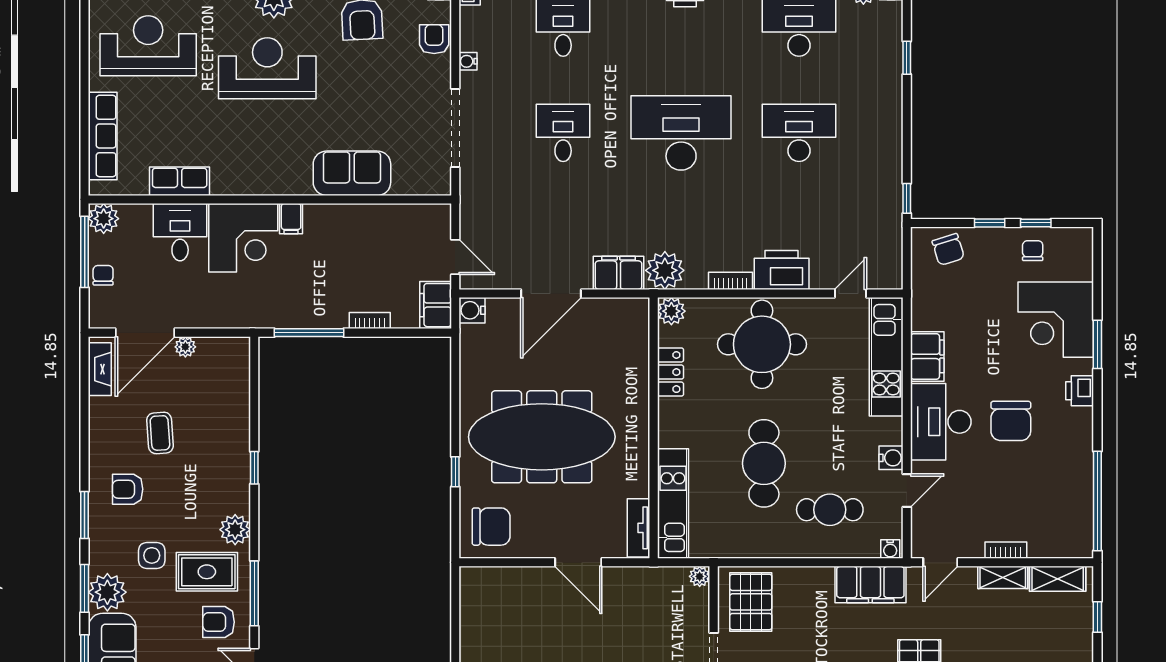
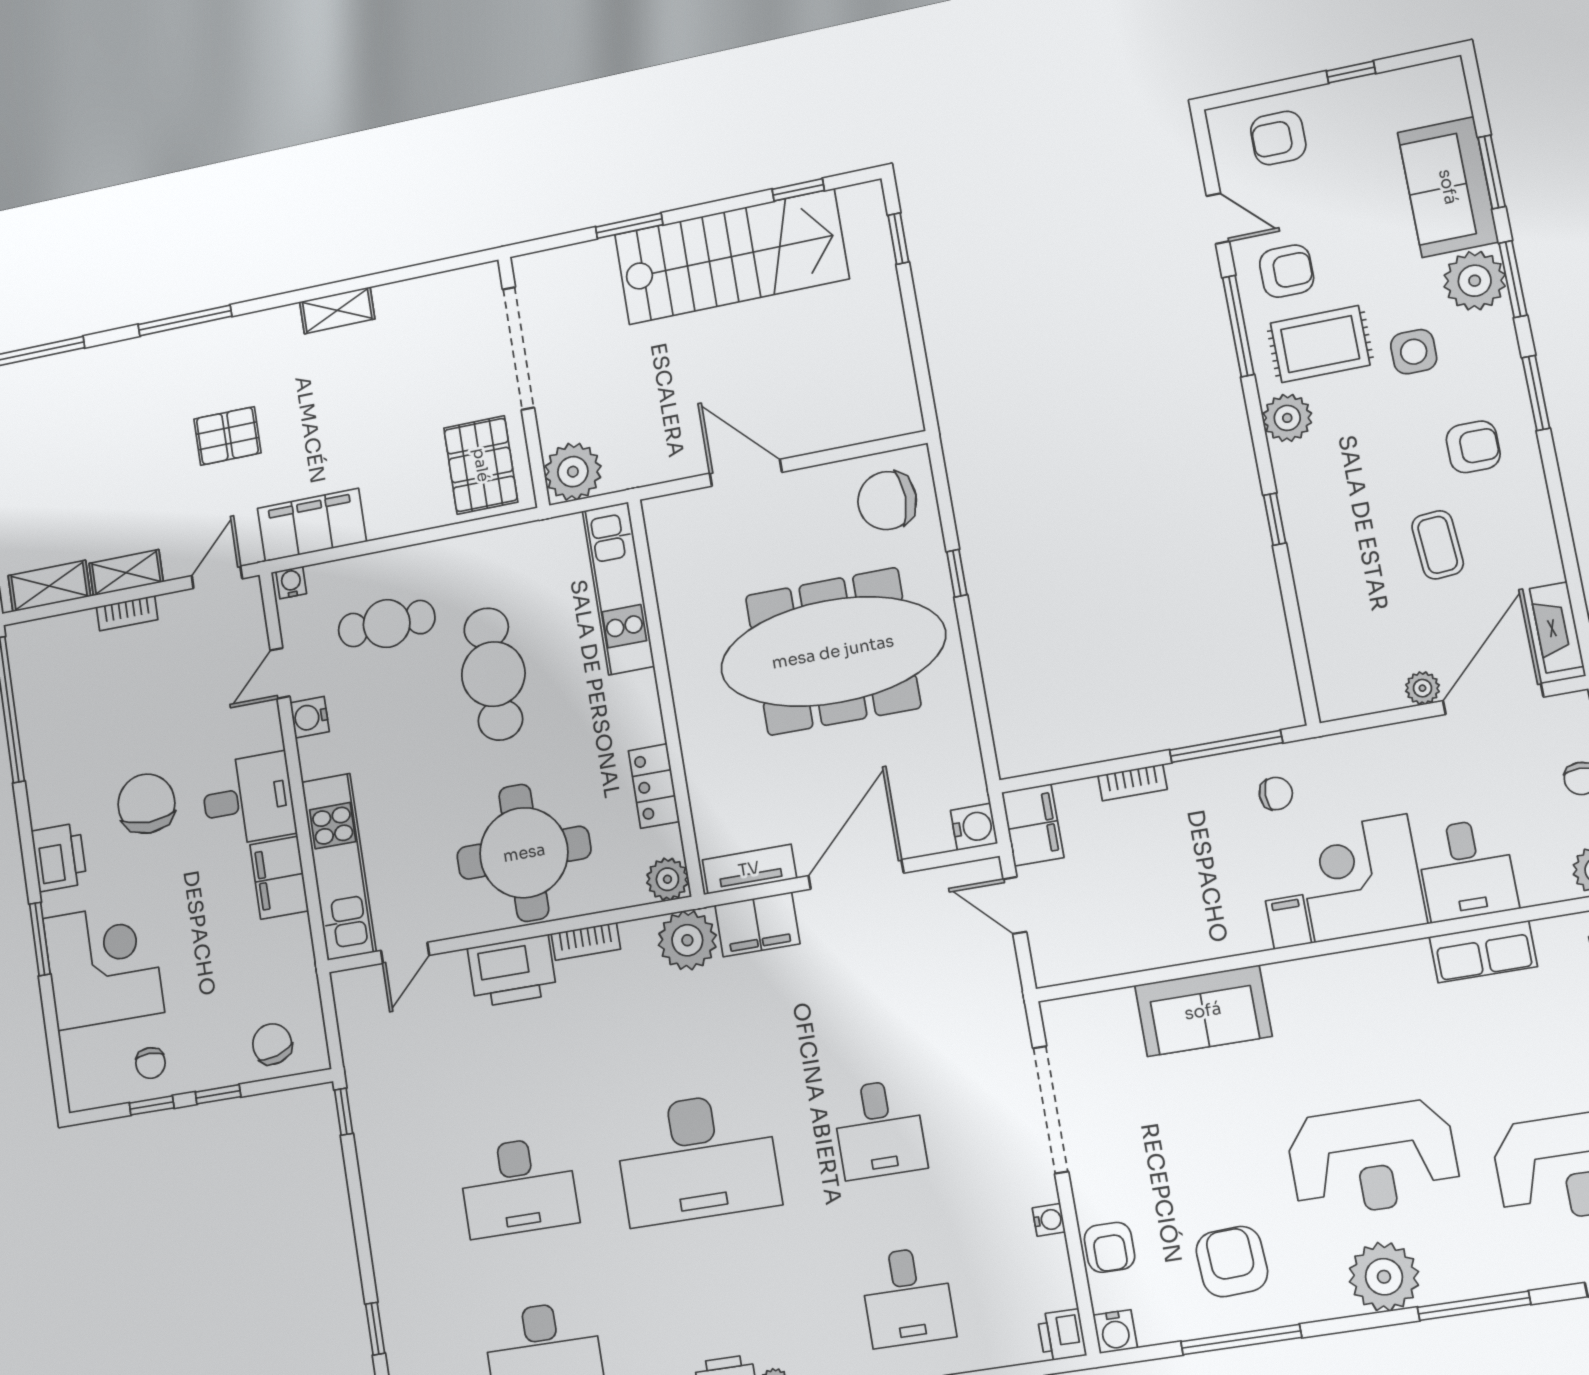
chair: (284, 298) -> (1276, 794), added
printer: (1080, 391) -> (59, 857), width x1.36, depth x1.24
desk: (941, 422) -> (248, 799), width x0.73
tv unit: (639, 528) -> (749, 869), moved, turned -90
plant: (700, 576) -> (573, 472), width x1.88, depth x1.88

